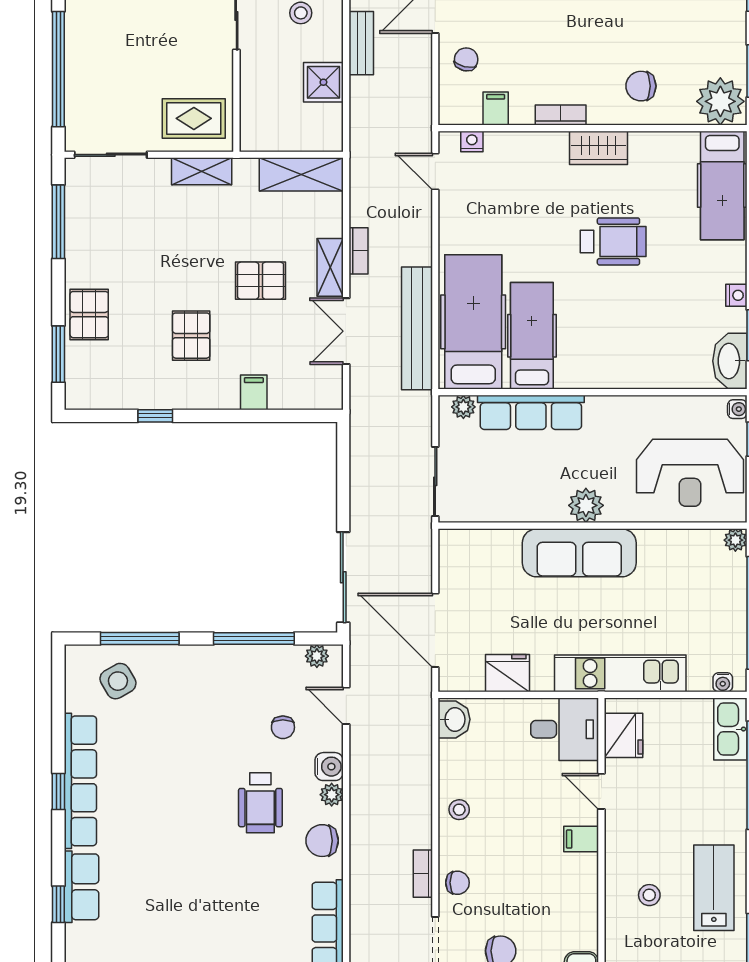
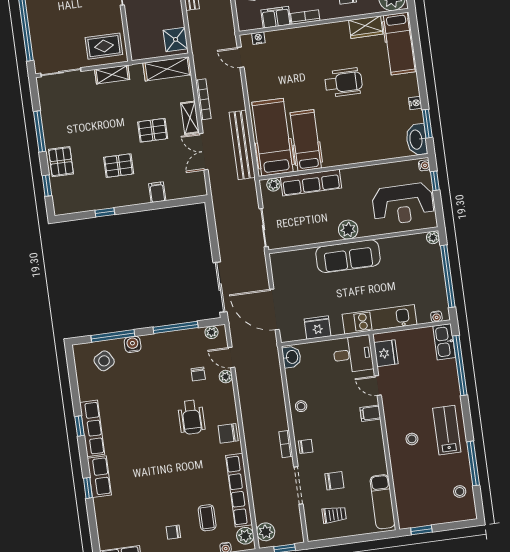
shower: (323, 82) -> (176, 39), moved
filing cabinet: (496, 108) -> (276, 17), width x2.00
wardrobe: (599, 148) -> (366, 27), moved
window: (58, 222) -> (40, 131), moved
bookcase: (358, 251) -> (203, 99), width x1.56
pallet: (191, 336) -> (119, 166), turned 90
window: (58, 354) -> (47, 186), width x0.67
water cooler: (329, 767) -> (133, 344), moved, turned -90
row of seats: (80, 781) -> (92, 428), width x0.73
plant: (332, 795) -> (226, 377), moved

